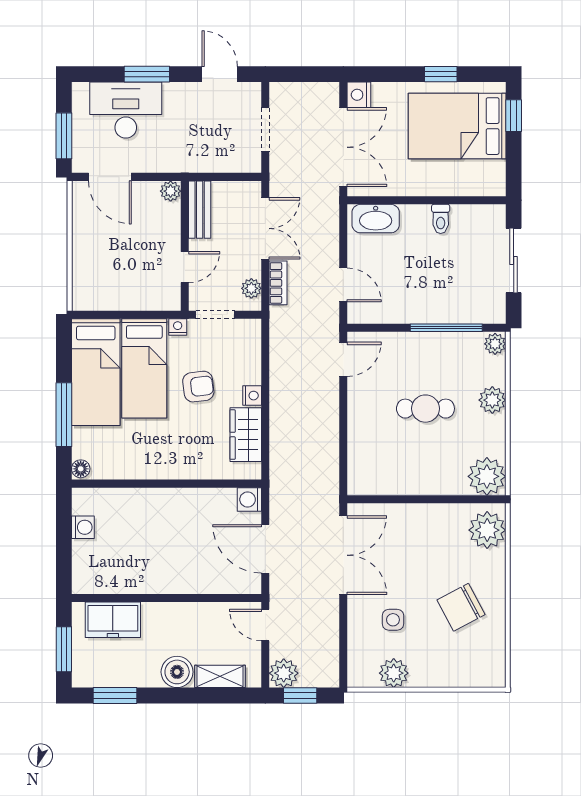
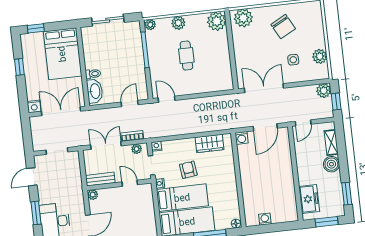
bed: (457, 126) -> (62, 54), moved
toilet: (441, 219) -> (93, 74), moved
nightstand: (252, 396) -> (156, 146), moved
plant: (284, 673) -> (324, 91), moved

